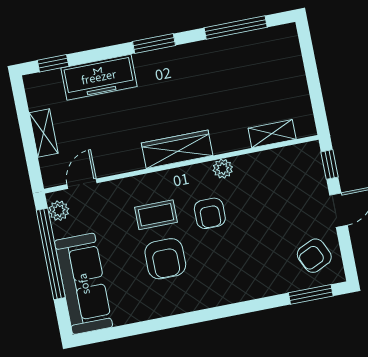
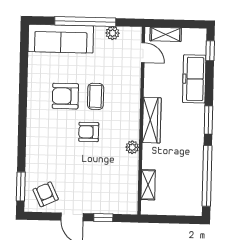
window: (236, 27) -> (207, 176), width x1.46
shelving: (272, 134) -> (148, 185), moved
wardrobe: (177, 149) -> (152, 120), moved
wall: (181, 164) -> (141, 121), moved
plant: (223, 169) -> (132, 147), moved
door: (82, 184) -> (143, 53), moved

